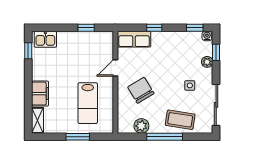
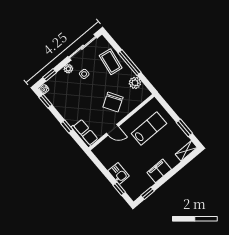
window: (86, 28) -> (119, 189), moved
kitchen sink: (45, 39) -> (119, 173), moved
plant: (207, 62) -> (68, 69), moved
filing cabinet: (40, 94) -> (159, 171), moved
window: (78, 137) -> (184, 128), moved

